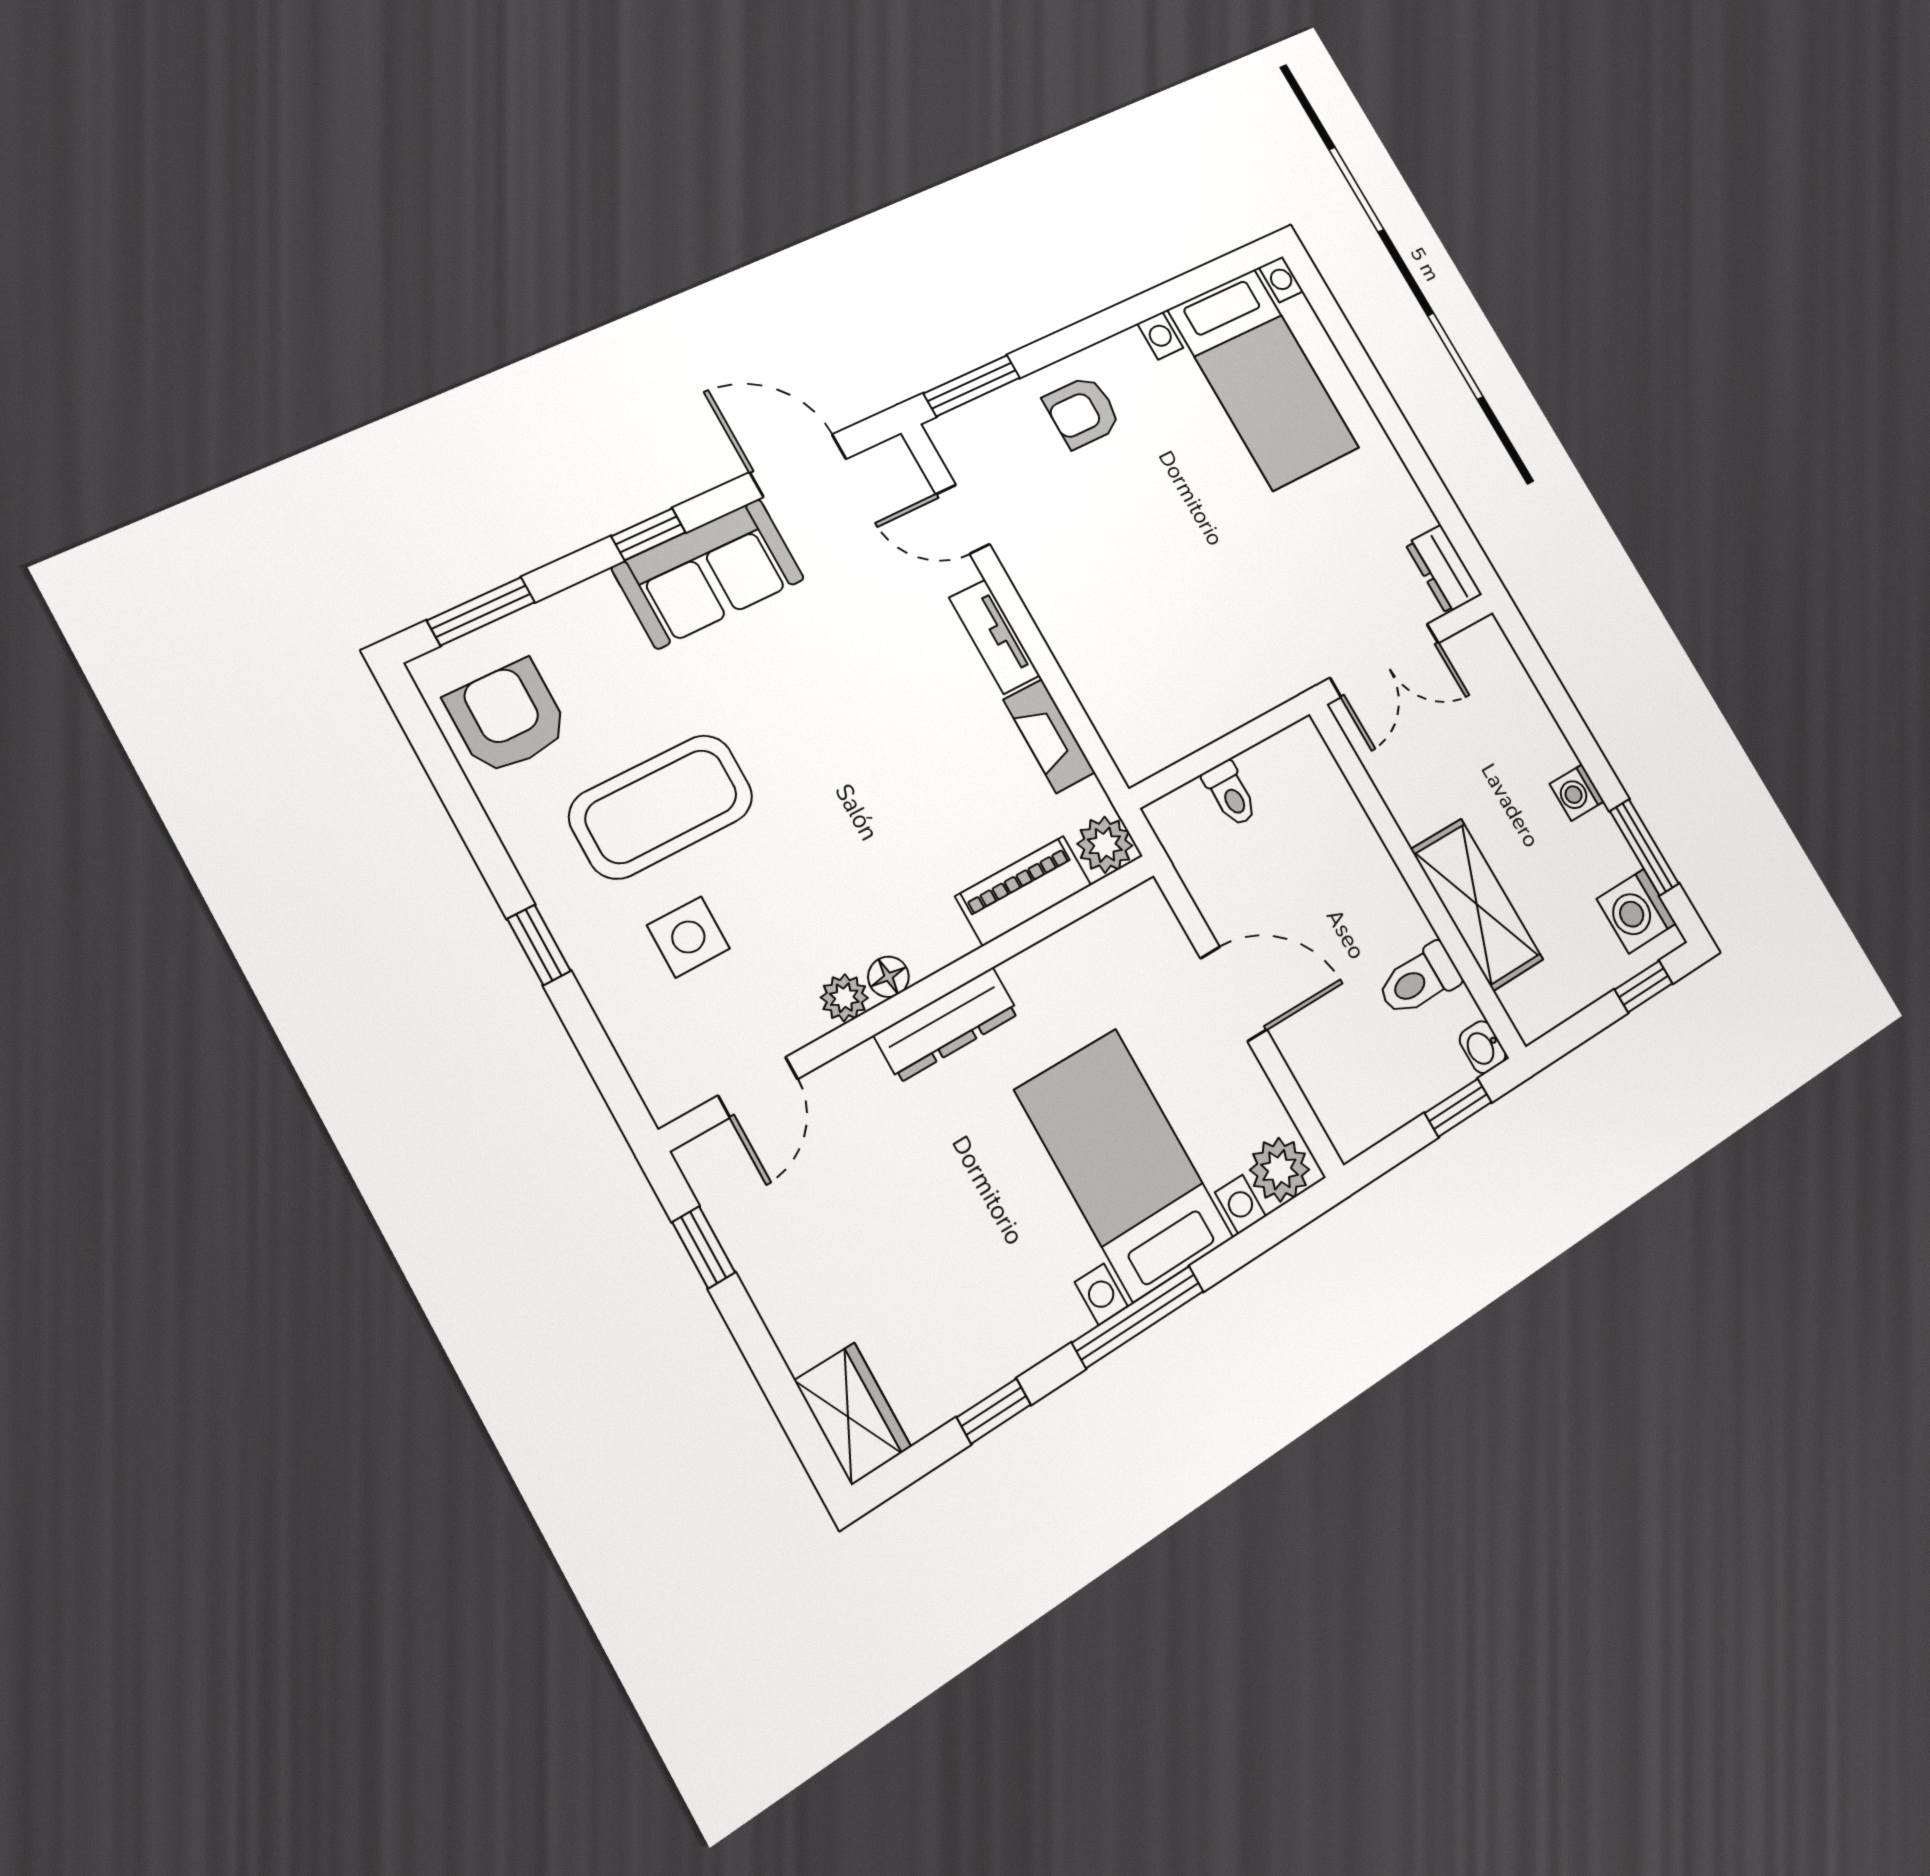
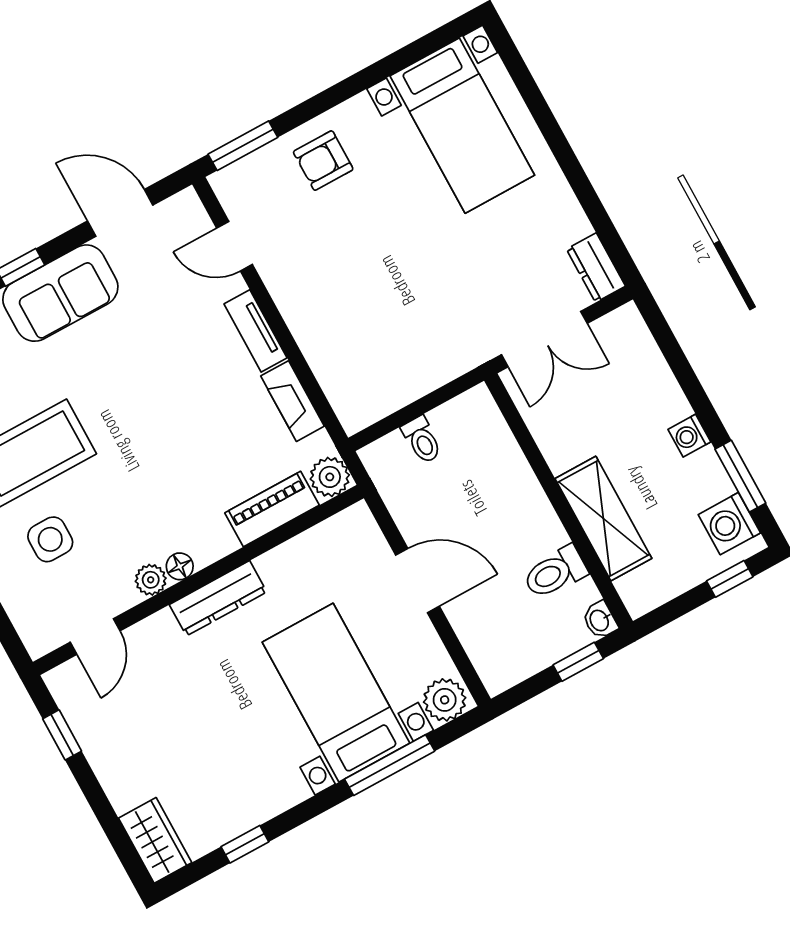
window: (1138, 1317) -> (390, 765), moved

